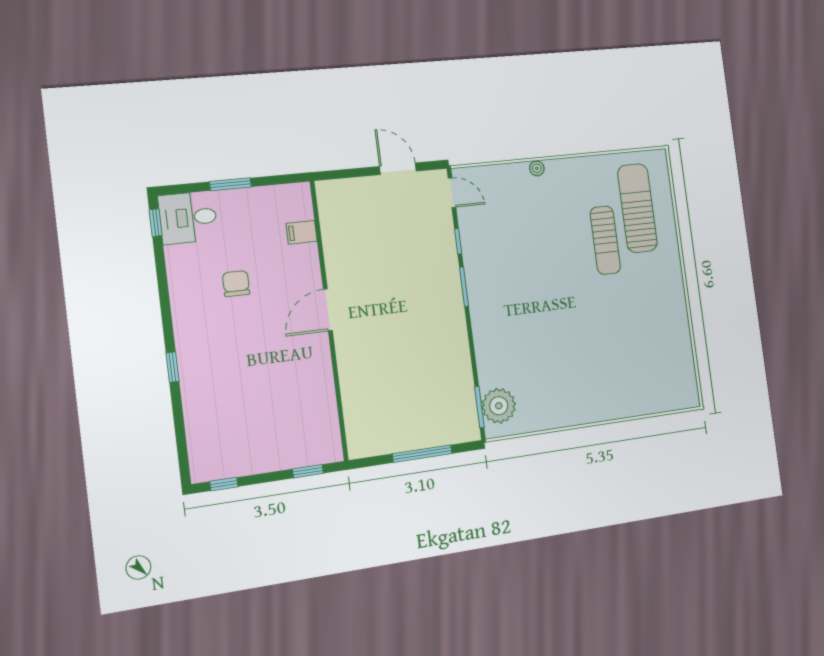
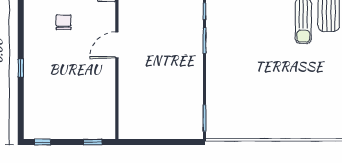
plant: (499, 406) -> (217, 119), removed
window: (422, 454) -> (164, 142), removed

